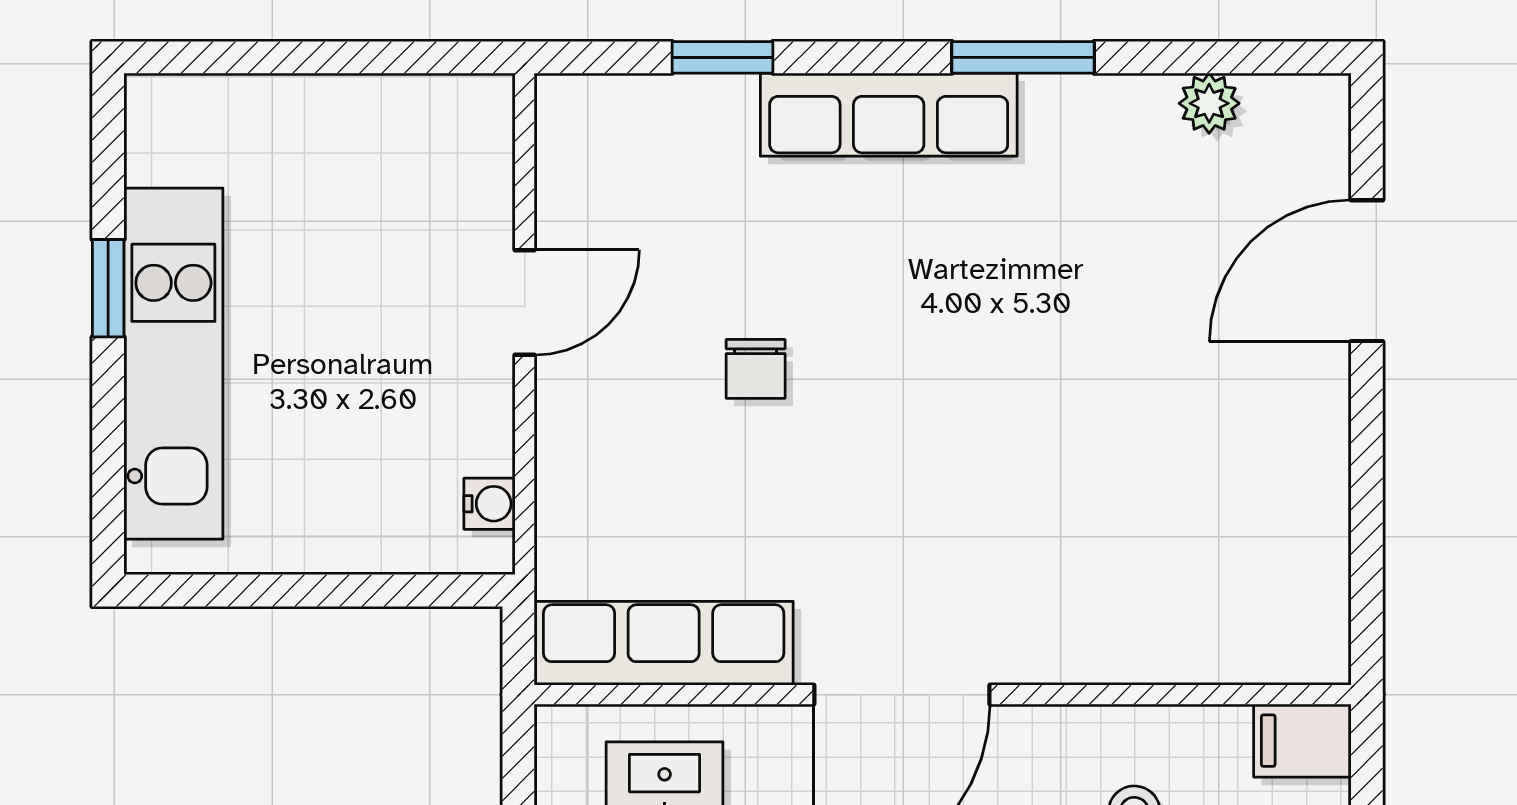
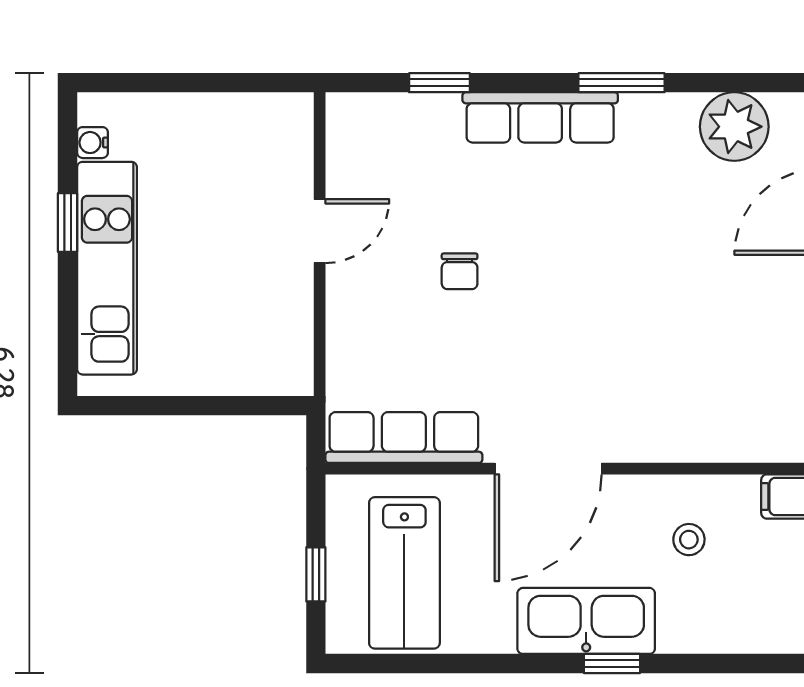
plant: (1209, 103) -> (734, 127), width x1.88, depth x1.88
water cooler: (490, 504) -> (93, 143), moved, turned 180

